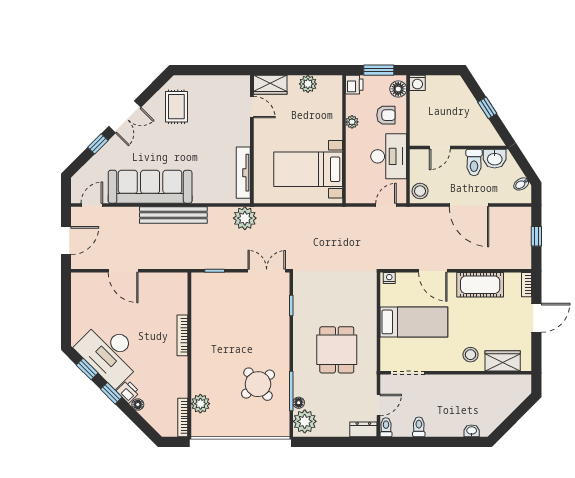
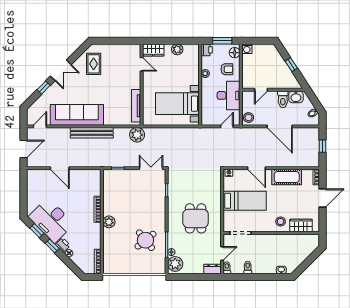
plant: (200, 404) -> (109, 222), moved

